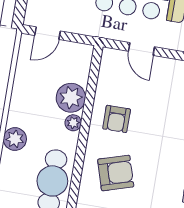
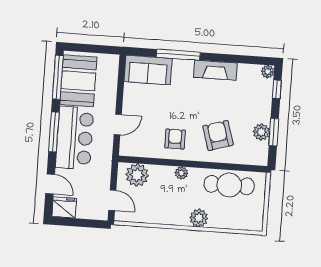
plant: (71, 98) -> (137, 175), moved
armchair: (117, 119) -> (175, 139), turned -90

